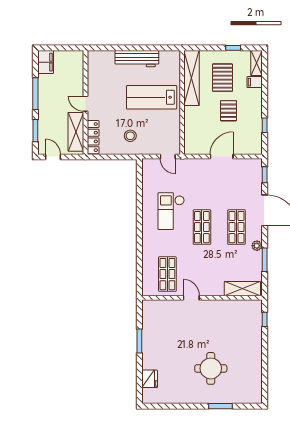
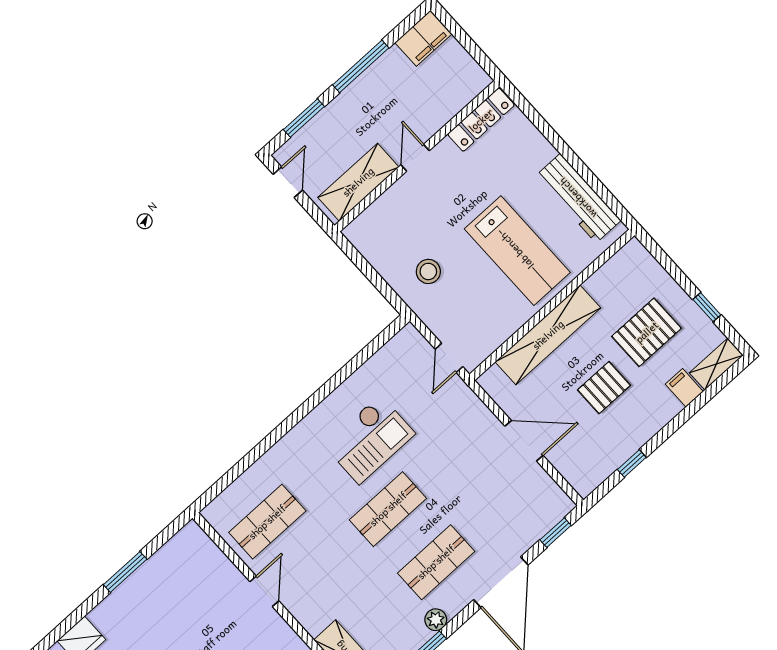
workbench: (137, 59) -> (578, 198), moved
shelving: (192, 78) -> (548, 335), moved
lab bench: (152, 97) -> (517, 251), turned 180
locker: (93, 137) -> (481, 120), moved
checkout: (171, 211) -> (369, 440), turned 180

